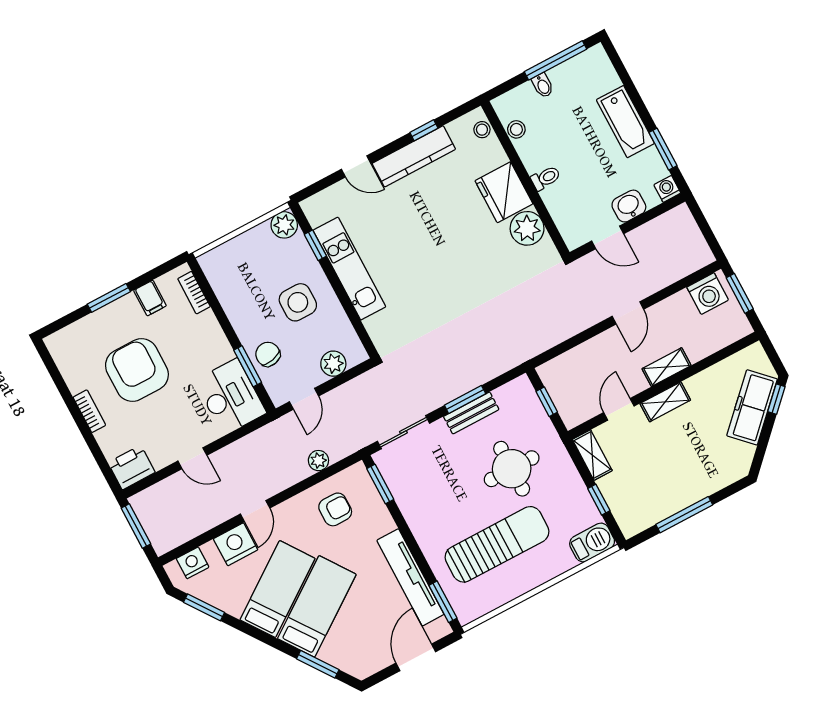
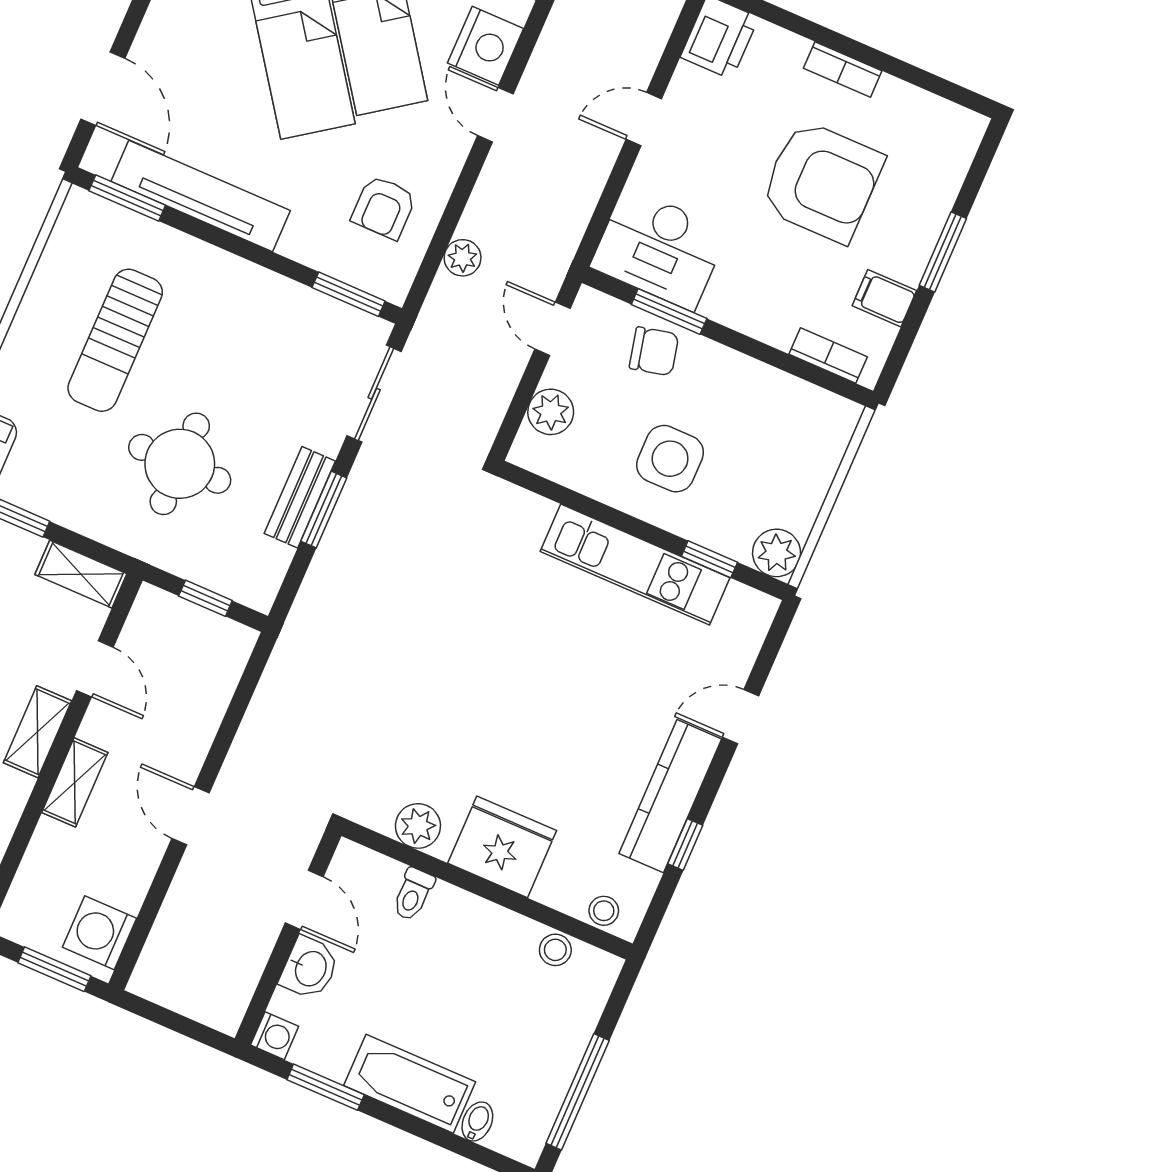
bidet: (543, 85) -> (477, 1121), moved, turned 90
toilet: (546, 178) -> (413, 894), moved
plant: (527, 228) -> (418, 826), width x0.73, depth x0.73
door: (608, 237) -> (304, 900), swing flipped
sun lounger: (497, 544) -> (115, 340), width x0.73, depth x0.75

